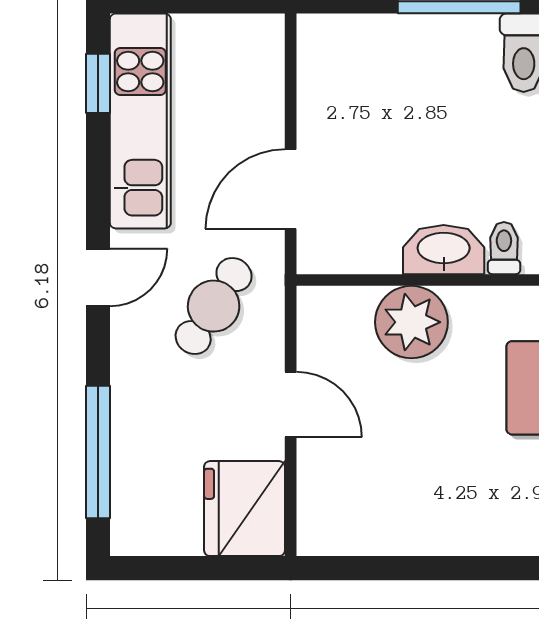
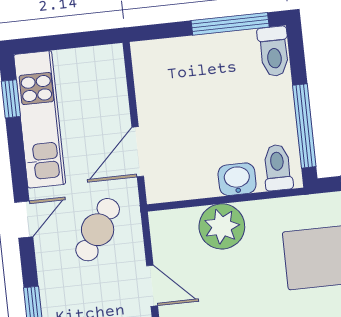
toilet: (504, 248) -> (278, 168), width x1.37, depth x1.39
washbasin: (444, 250) -> (237, 179), width x0.72

